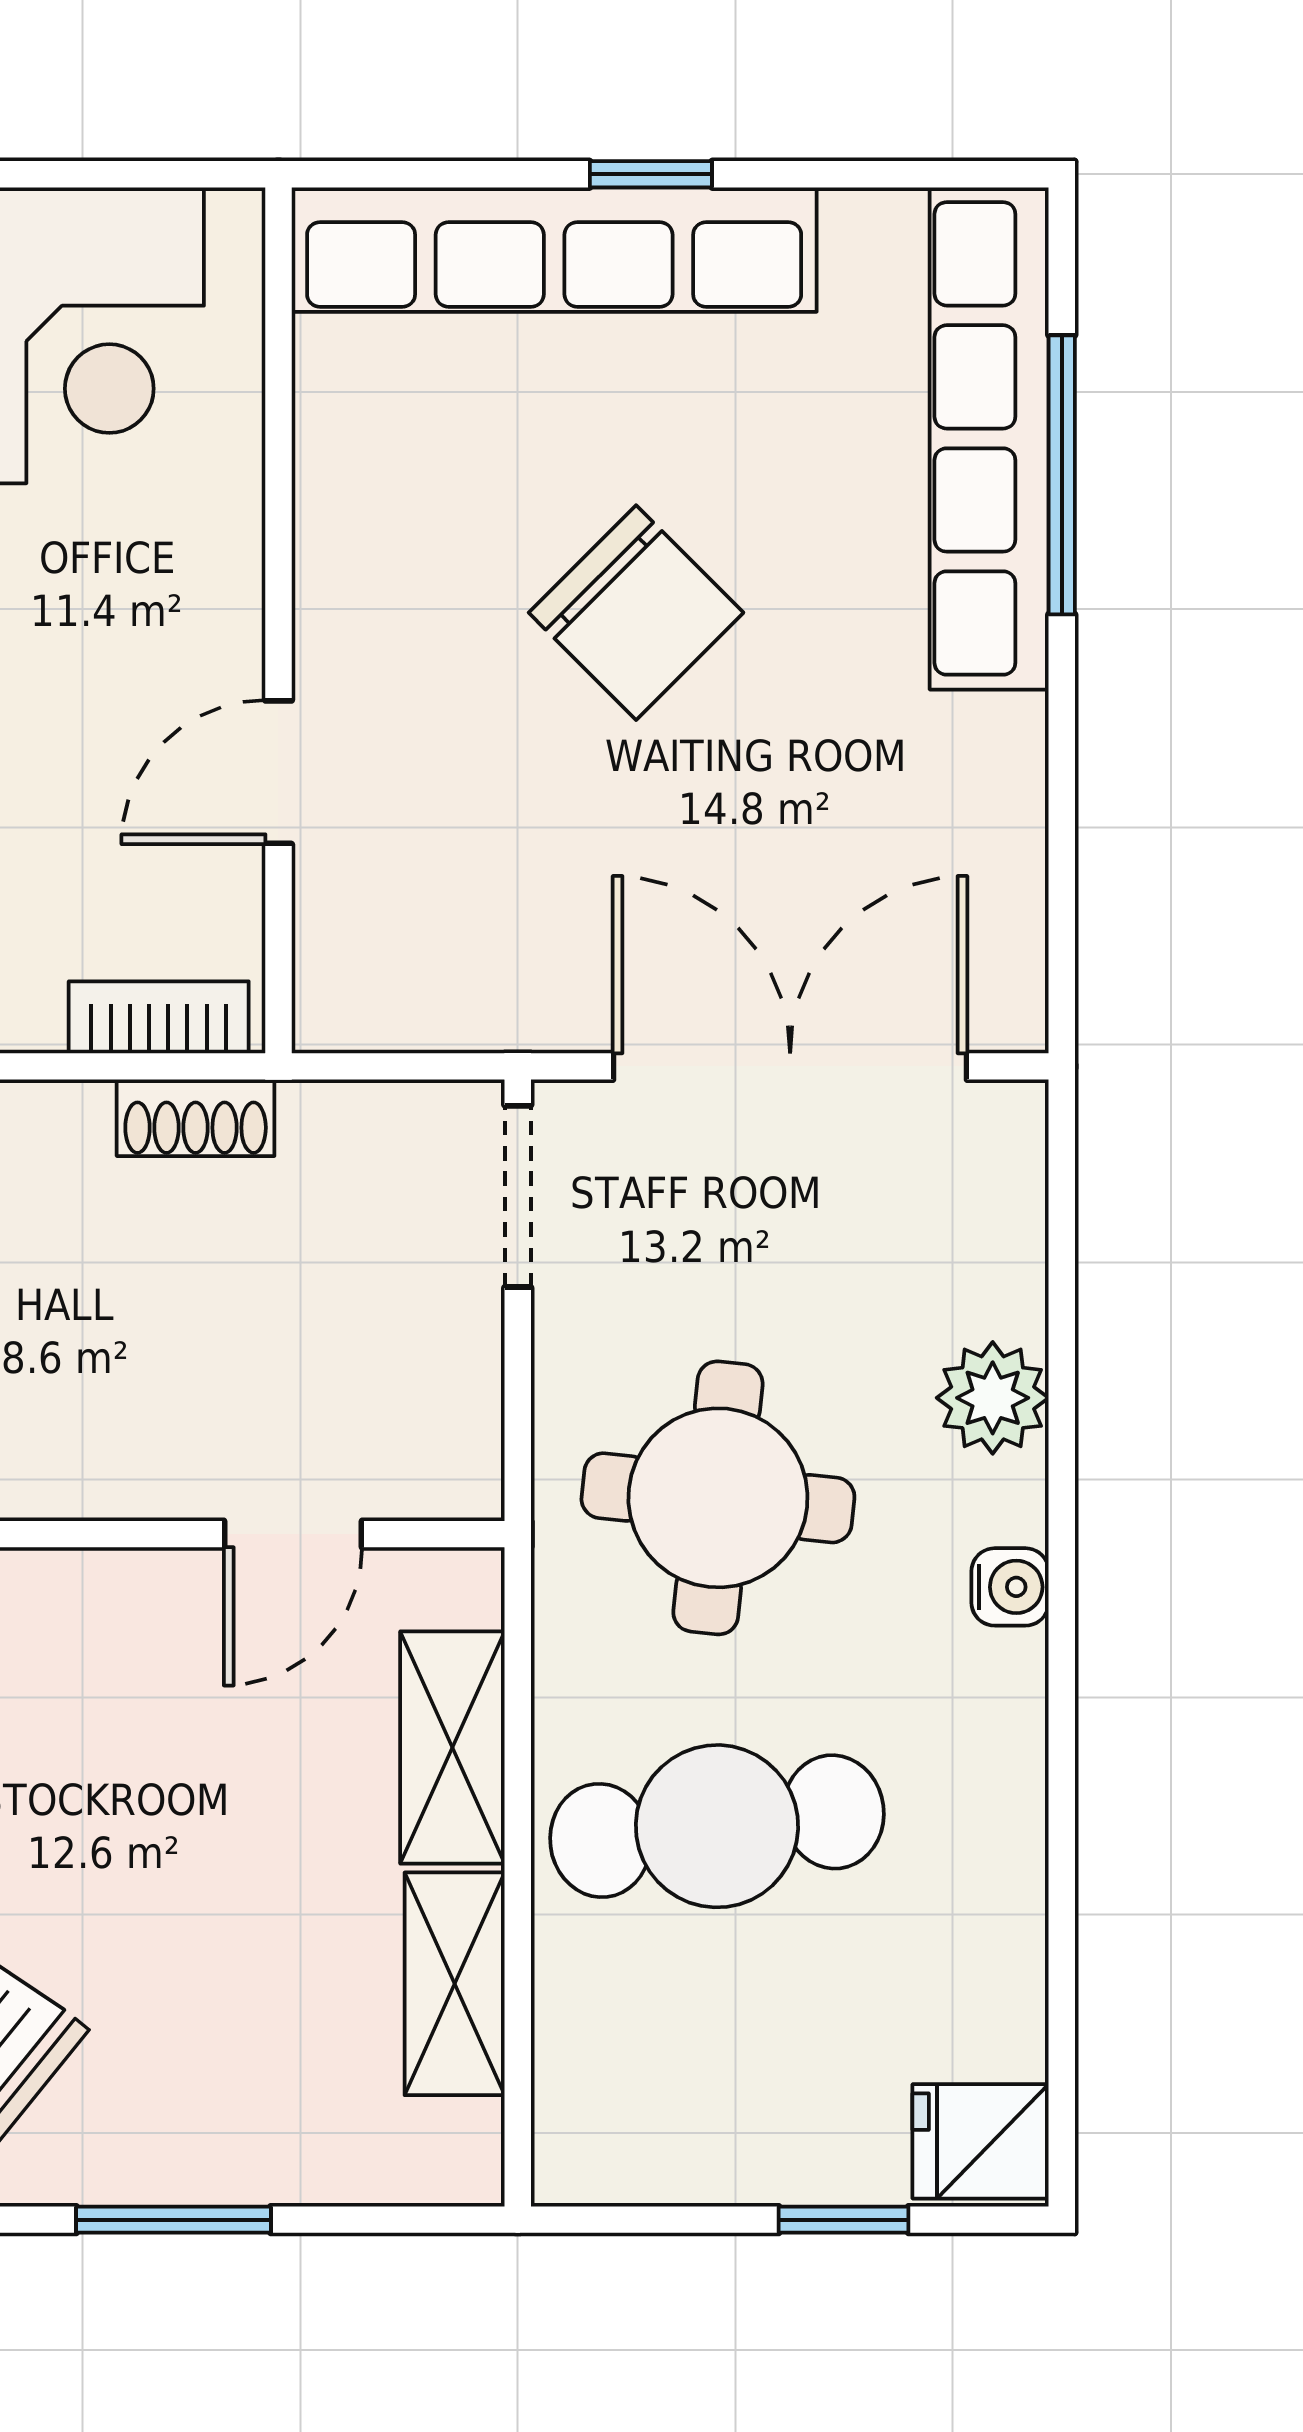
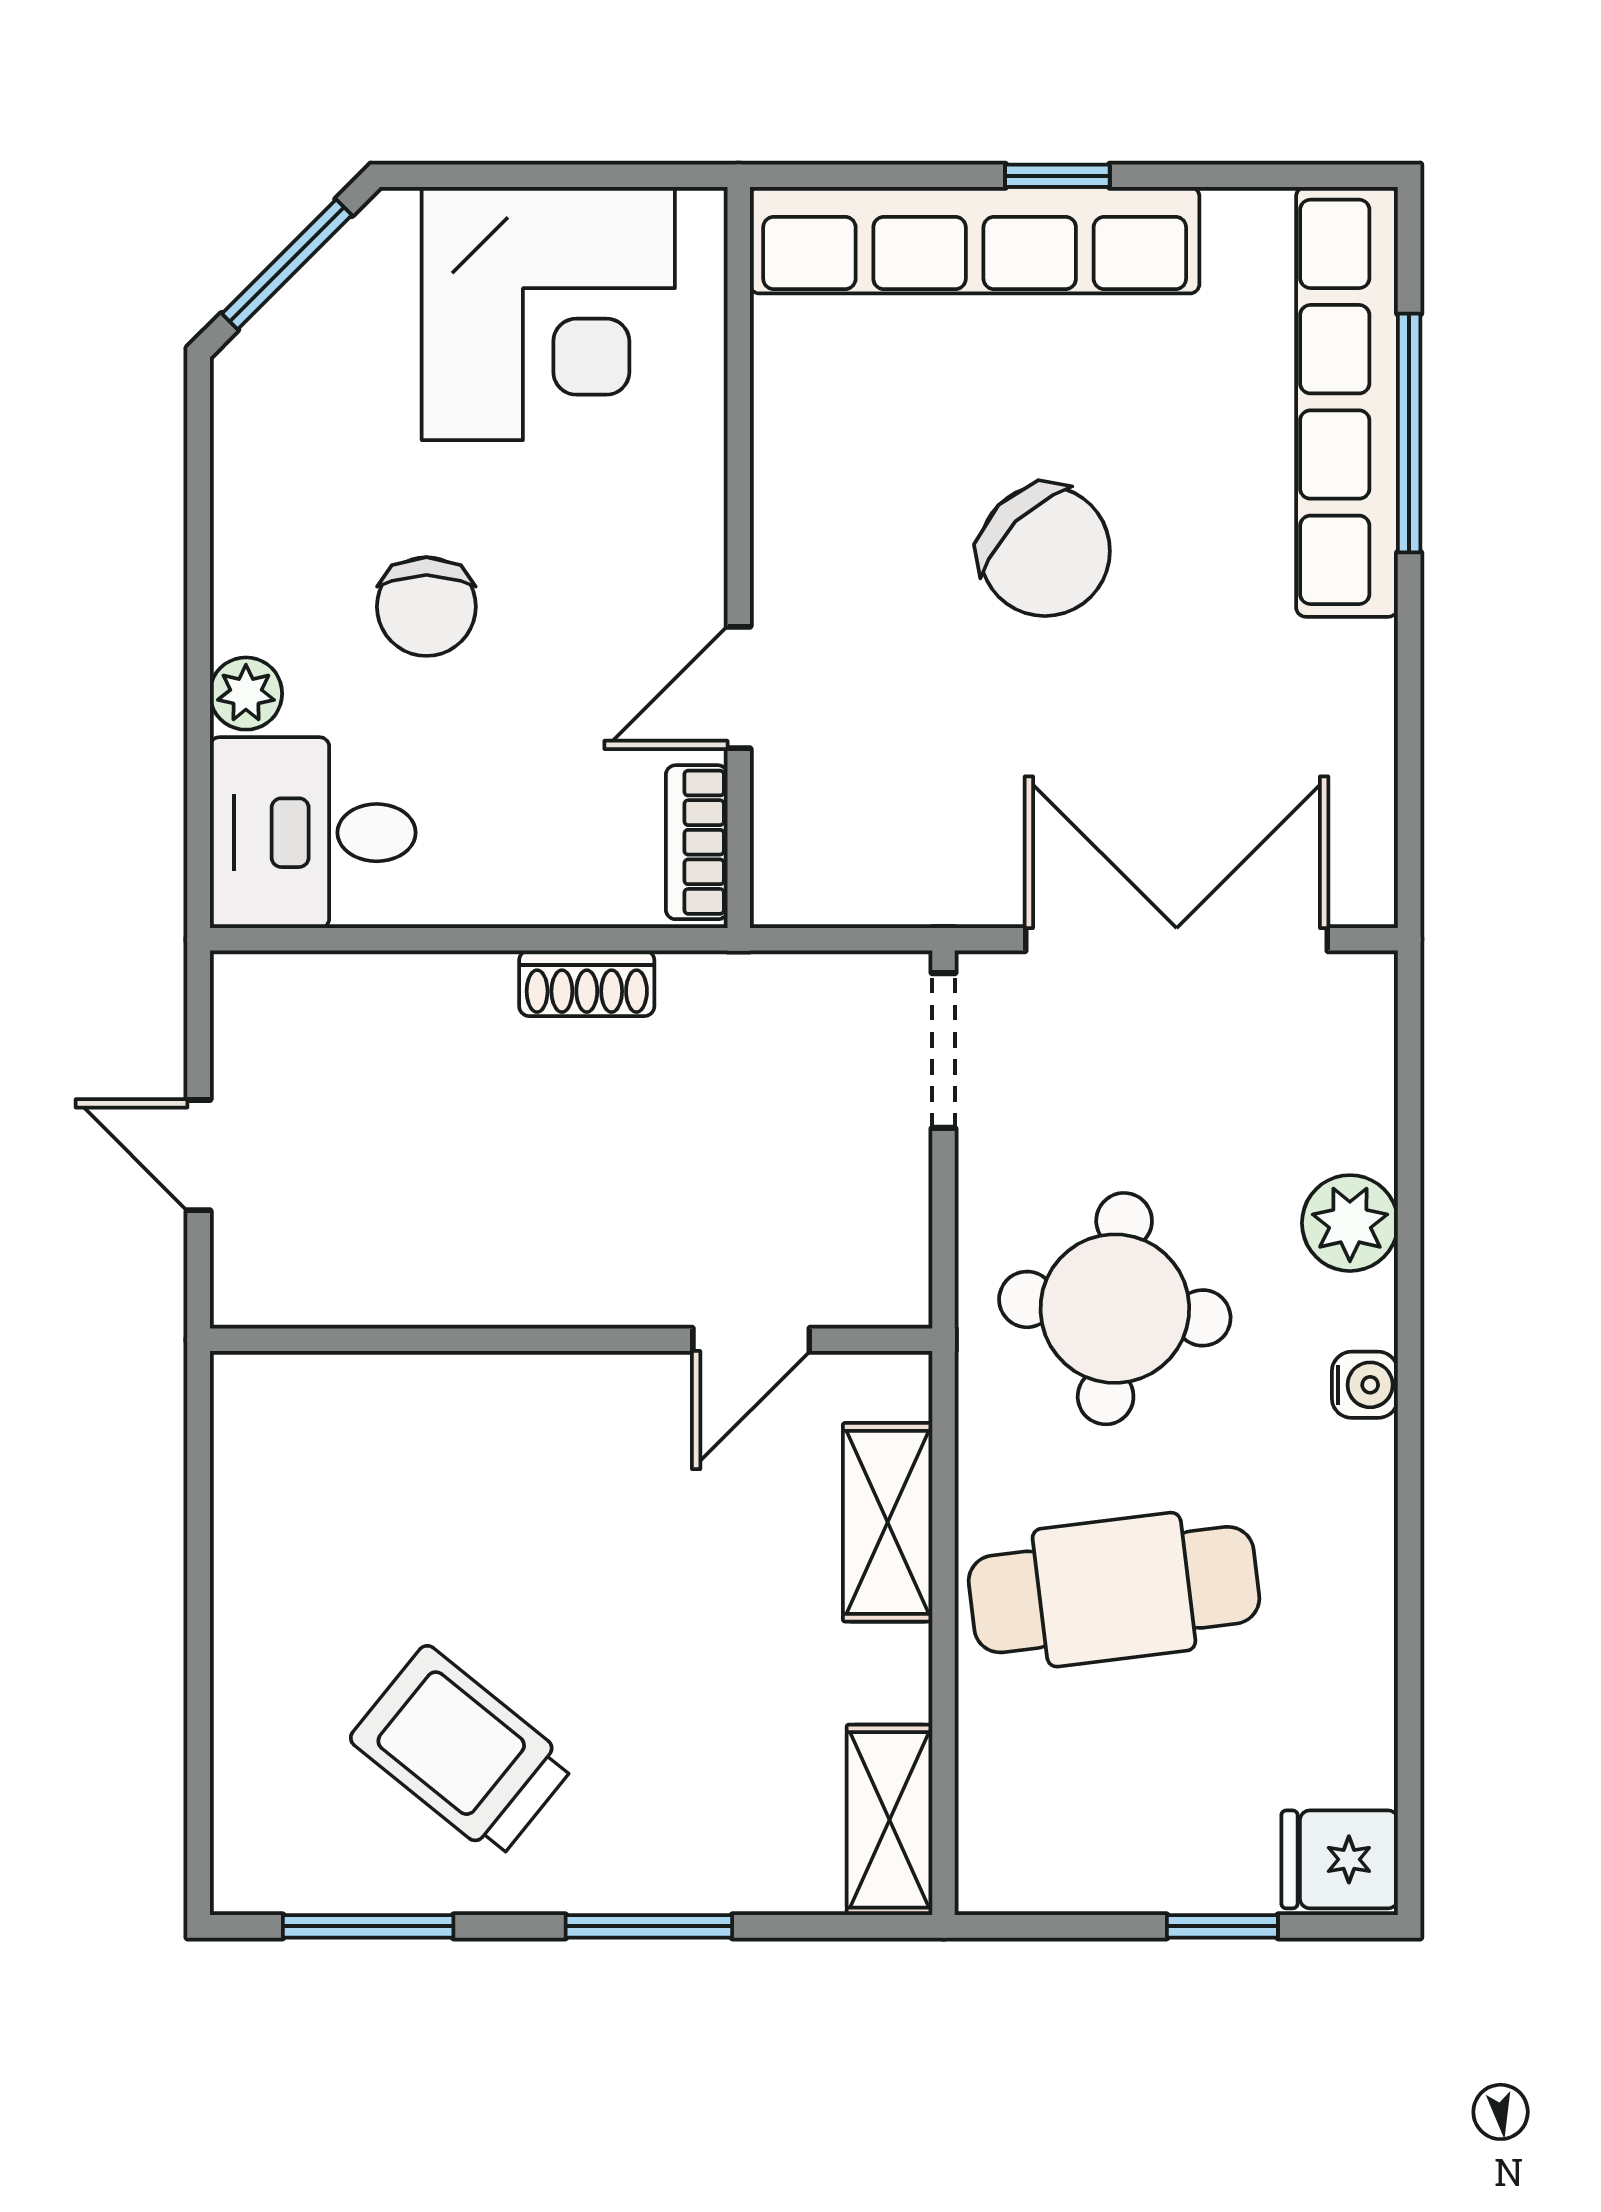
bookcase: (159, 1017) -> (697, 842), moved, turned -90
shoe rack: (196, 1118) -> (587, 983), moved
shelving: (455, 1984) -> (889, 1820), moved

